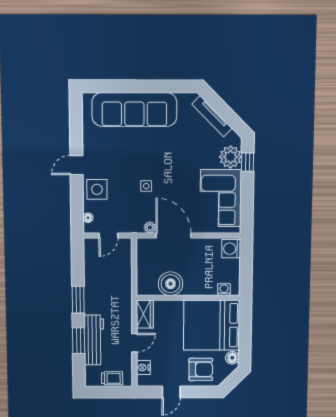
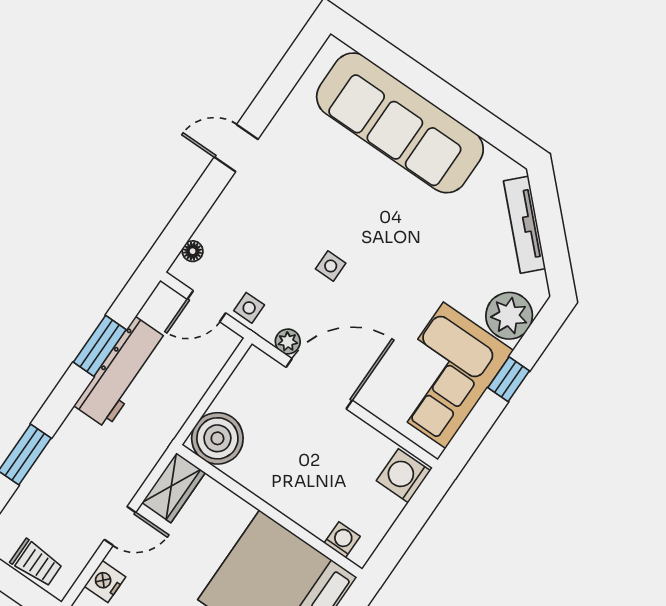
window: (248, 162) -> (509, 379), moved
side table: (97, 189) -> (249, 308), moved, width x0.54, depth x0.54
door: (174, 235) -> (319, 384), hinge flipped
boiler: (171, 284) -> (217, 438), moved
window: (78, 300) -> (100, 346), moved
workbench: (94, 340) -> (121, 373), moved

